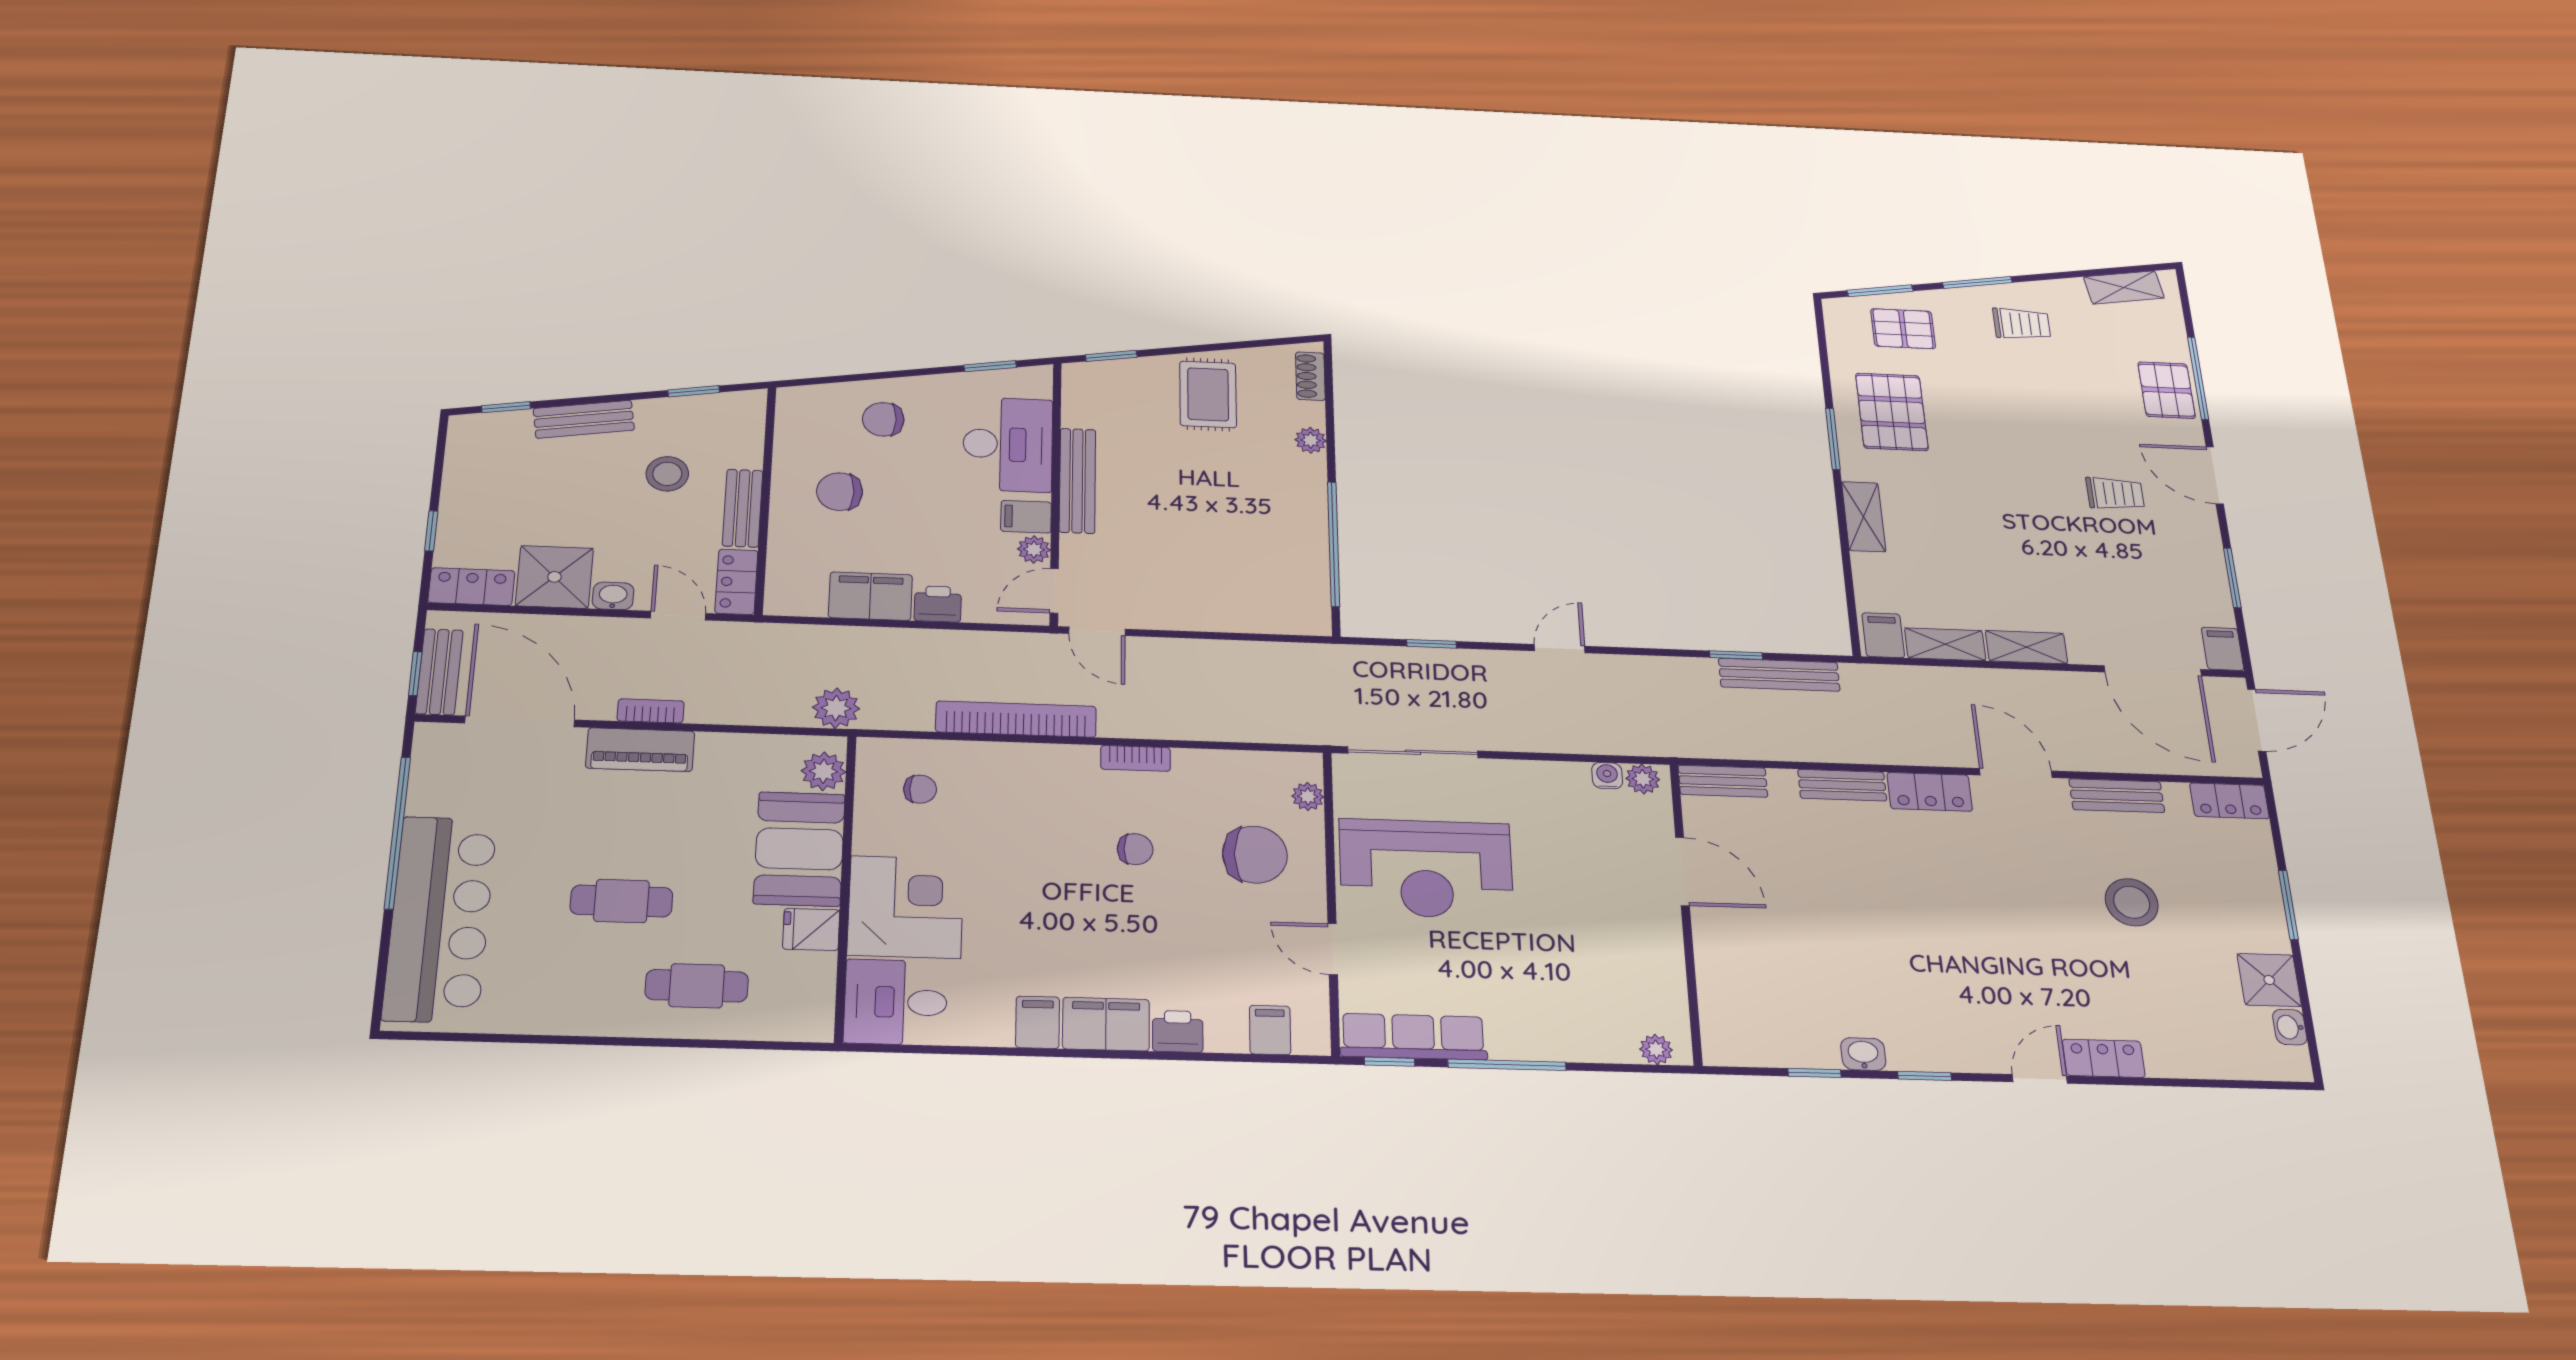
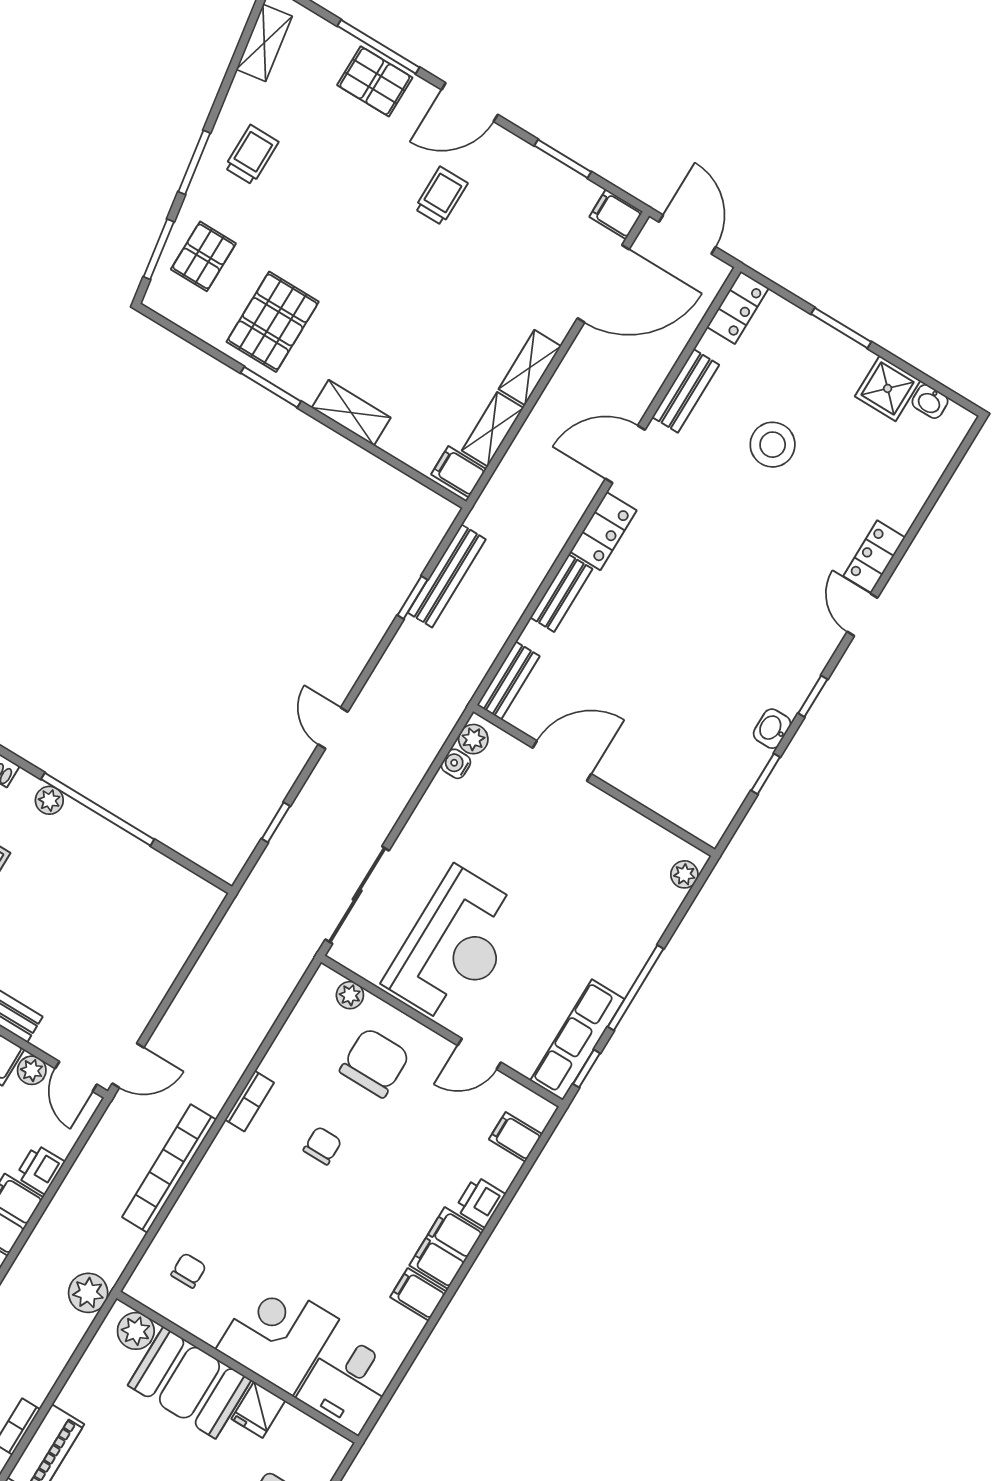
pallet: (1892, 412) -> (273, 322), turned 90
window: (1334, 544) -> (98, 809), moved

